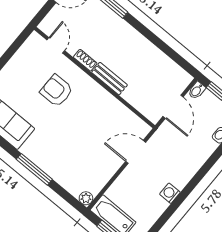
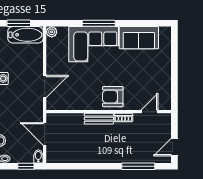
door: (56, 45) -> (149, 112), swing flipped
armchair: (57, 91) -> (113, 97), moved, turned 180
corner sofa: (56, 153) -> (94, 44), added

